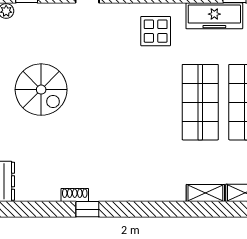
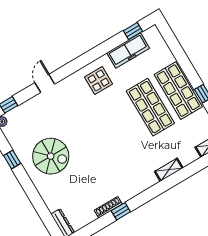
shelving: (205, 193) -> (169, 170), moved
shoe rack: (75, 195) -> (108, 207), width x1.43

